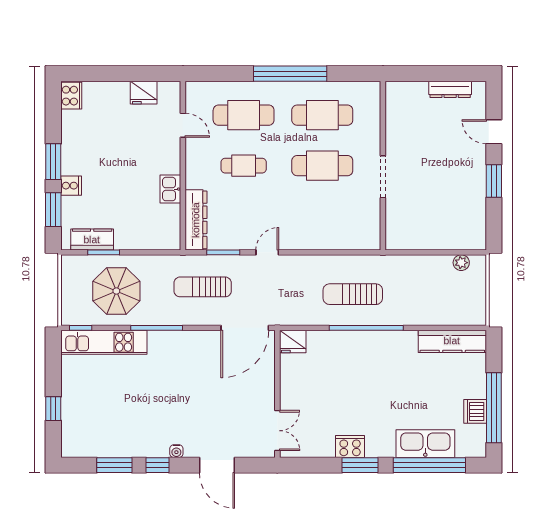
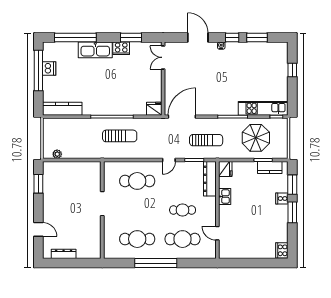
fridge: (144, 93) -> (225, 169), moved, turned 90
cafe table: (322, 166) -> (137, 181), moved
window: (494, 181) -> (38, 184), moved
kitchen sink: (425, 444) -> (95, 50), moved
window: (360, 465) -> (131, 37), moved

